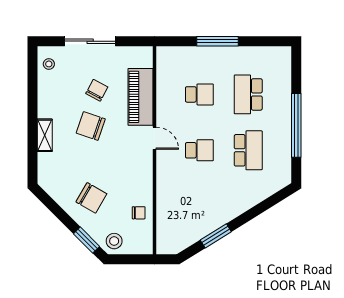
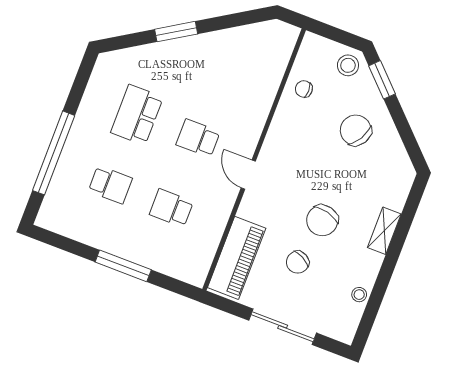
stool: (49, 64) -> (359, 295), moved
school desk: (248, 94) -> (110, 185), width x0.54
piano: (141, 97) -> (237, 258), moved
window: (296, 125) -> (54, 153), moved
chair: (91, 126) -> (322, 220), turned 85
window: (216, 236) -> (176, 32), moved

